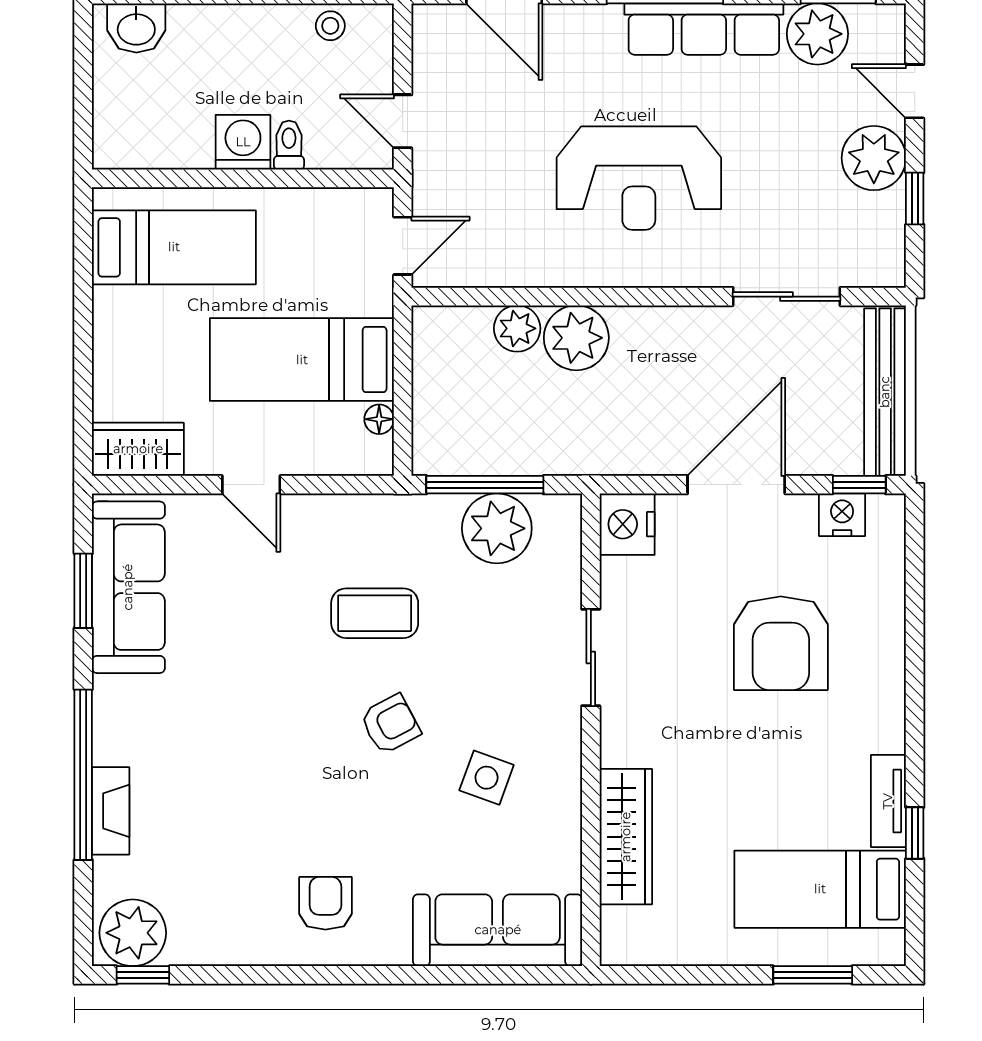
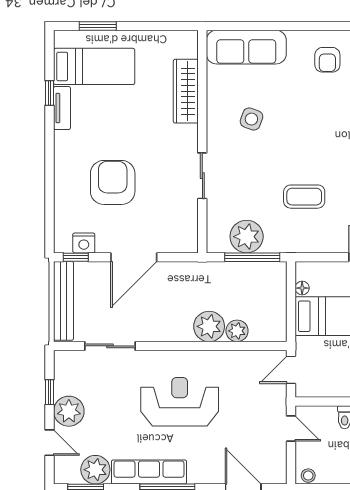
stool: (330, 26) -> (308, 476), moved
nightstand: (627, 524) -> (185, 239), removed
armchair: (390, 724) -> (297, 144), removed

